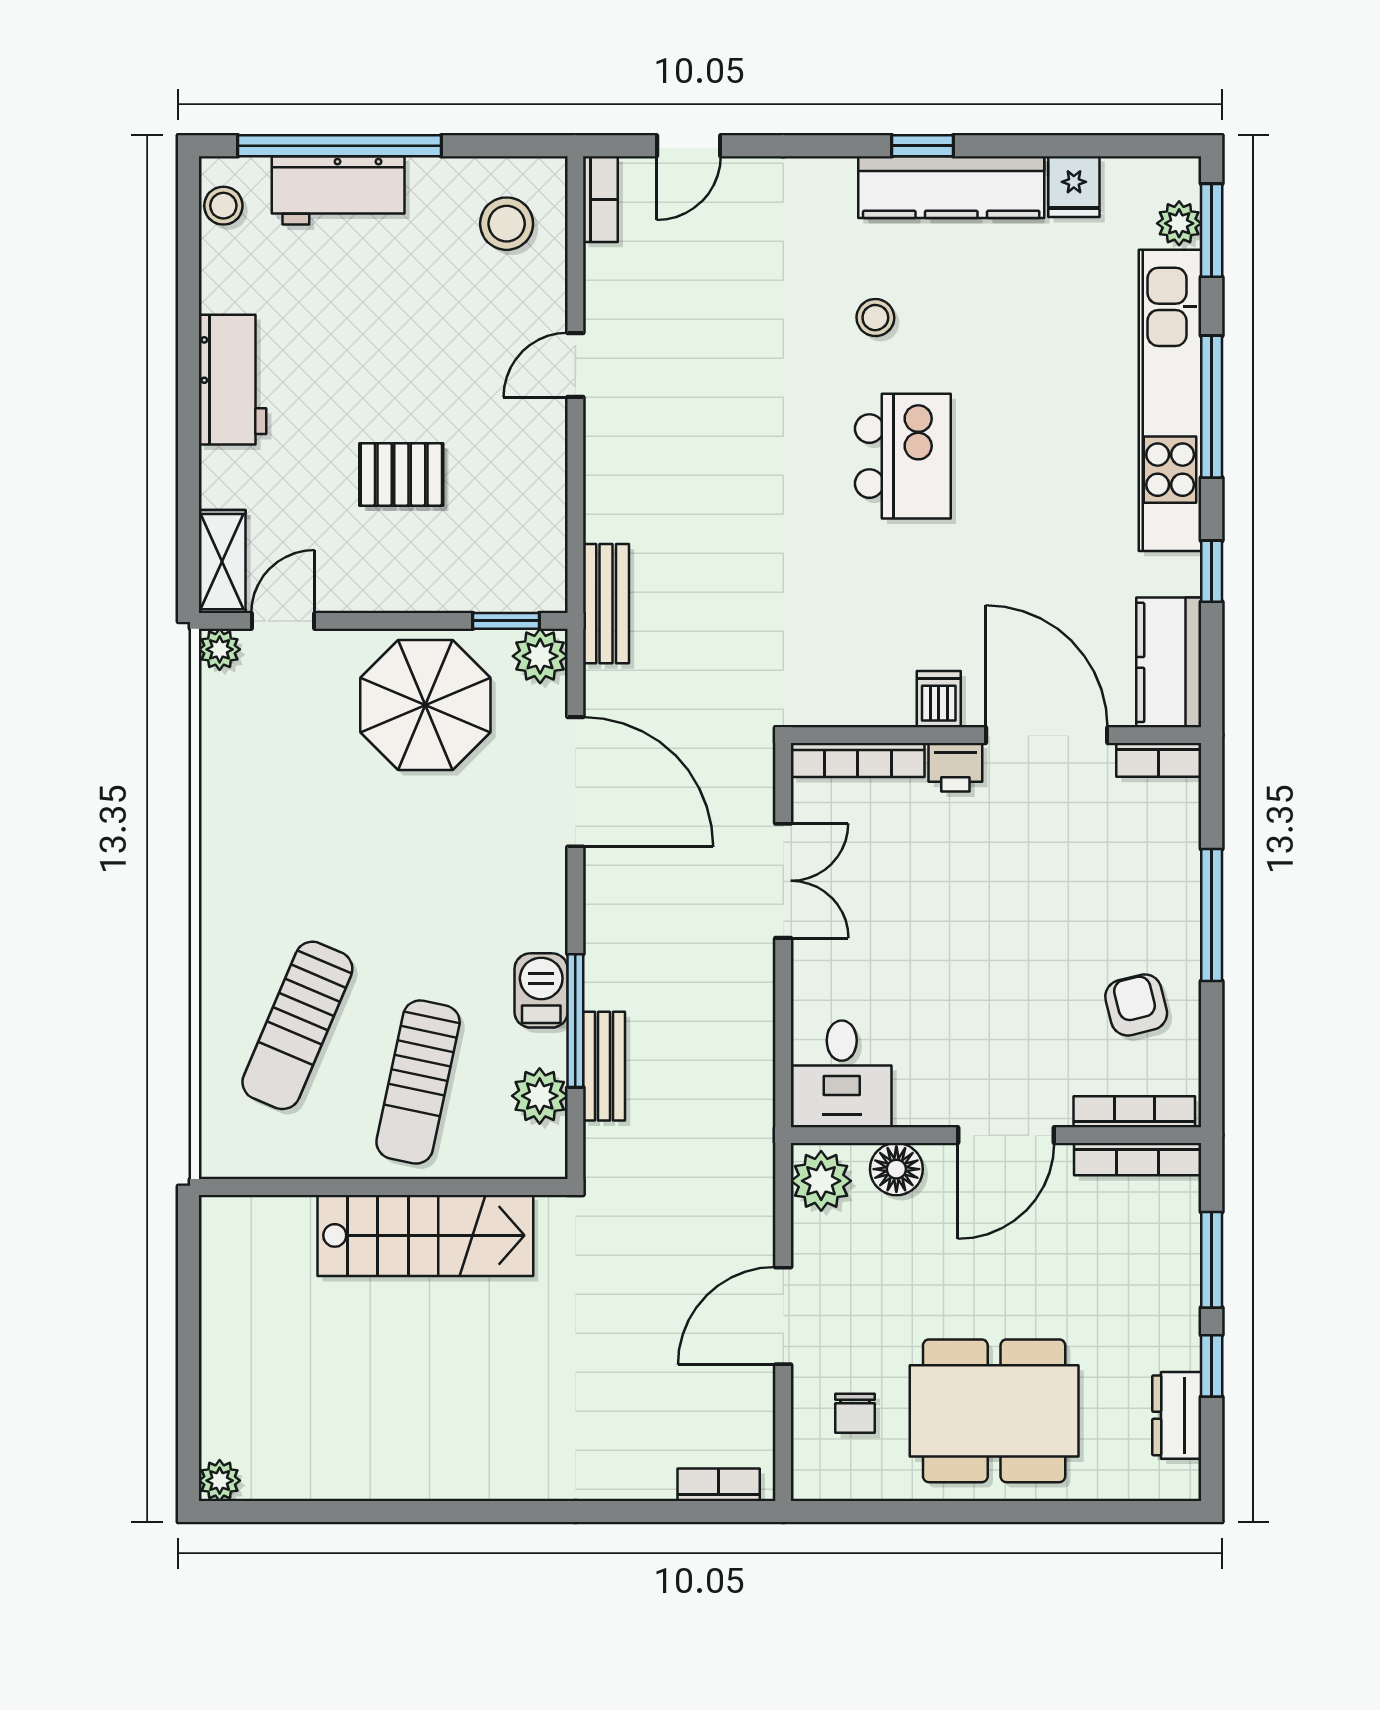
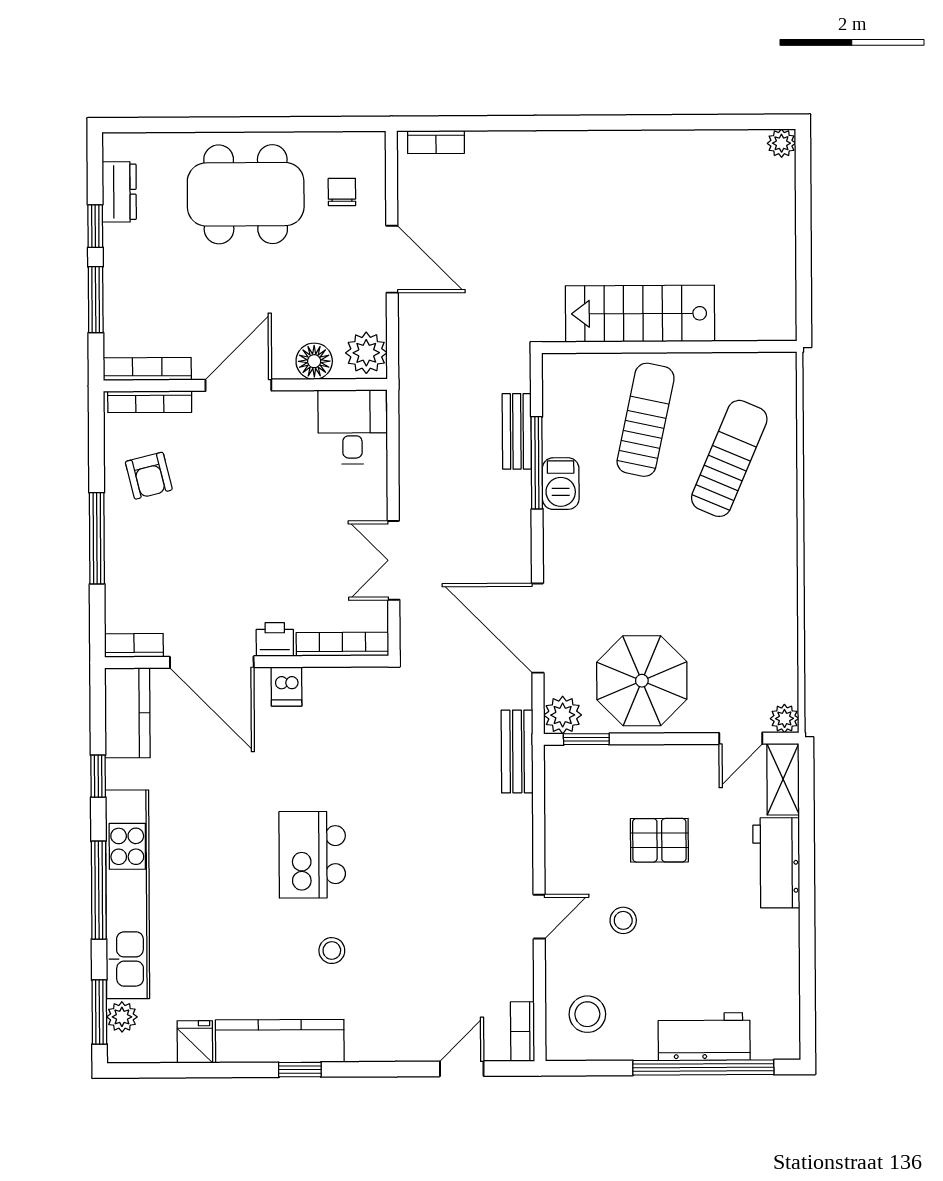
stool: (223, 206) -> (623, 920), moved
workbench: (233, 380) -> (776, 863), moved
plant: (540, 1096) -> (561, 411), removed
door: (783, 1316) -> (392, 259), hinge flipped

